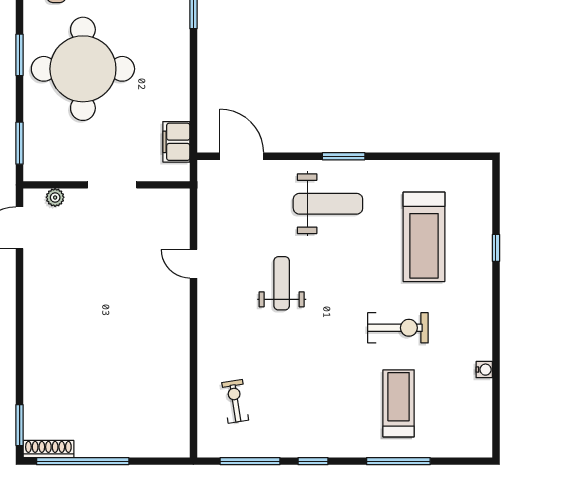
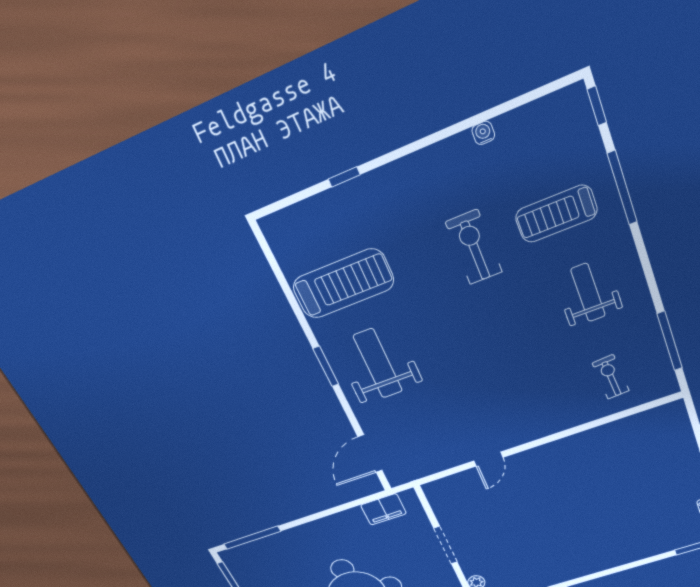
treadmill: (424, 237) -> (343, 284), moved
weight bench: (282, 283) -> (588, 293), moved, turned 90
exercise bike: (235, 401) -> (611, 377), turned 95
window: (313, 461) -> (597, 106), moved

